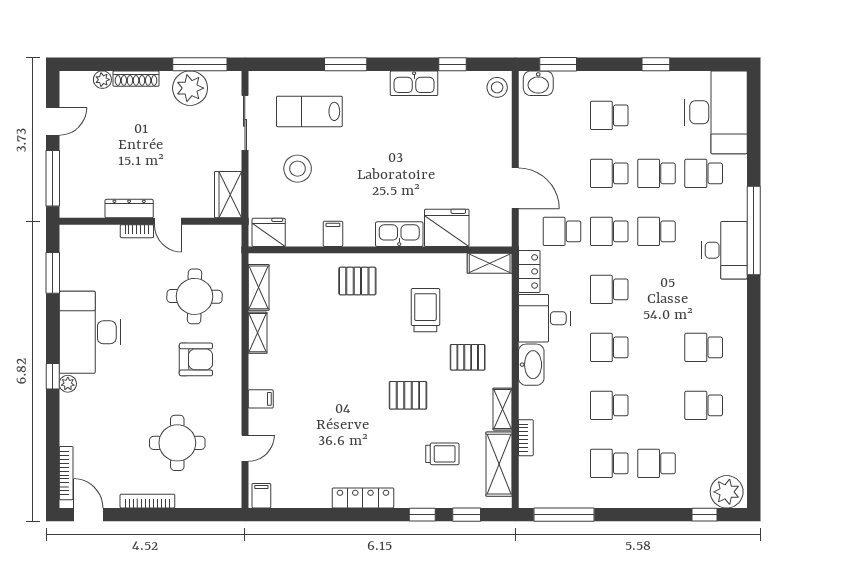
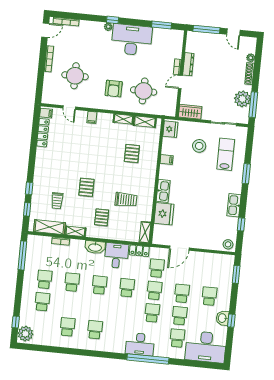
washbasin: (538, 83) -> (222, 318), moved
pallet: (357, 281) -> (132, 153), moved
locker: (363, 498) -> (43, 133), moved

